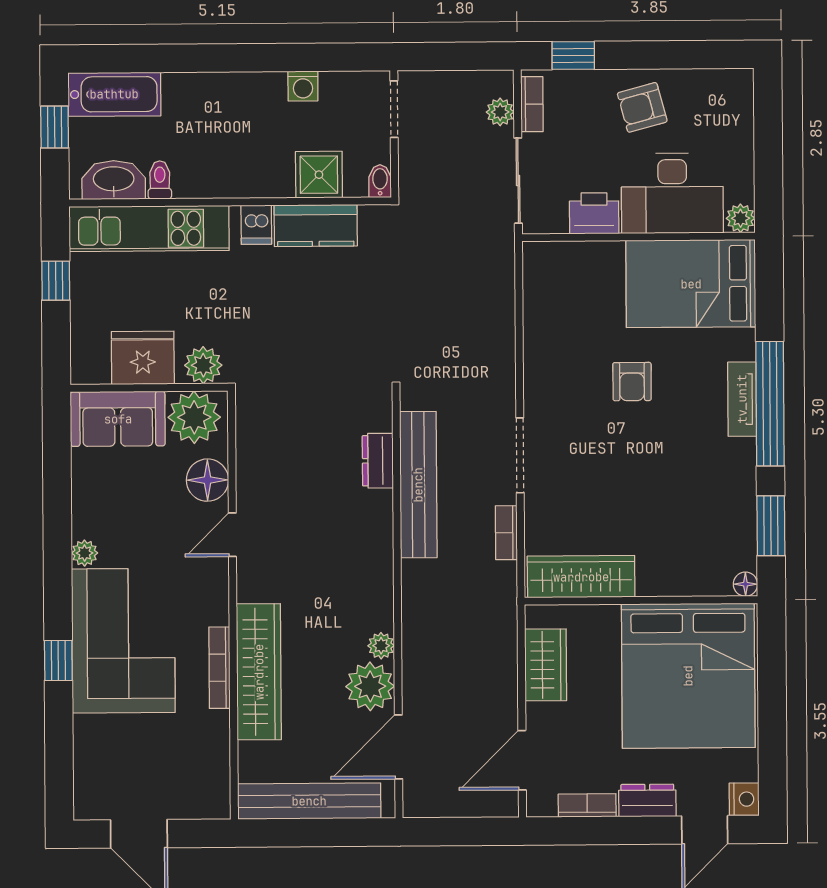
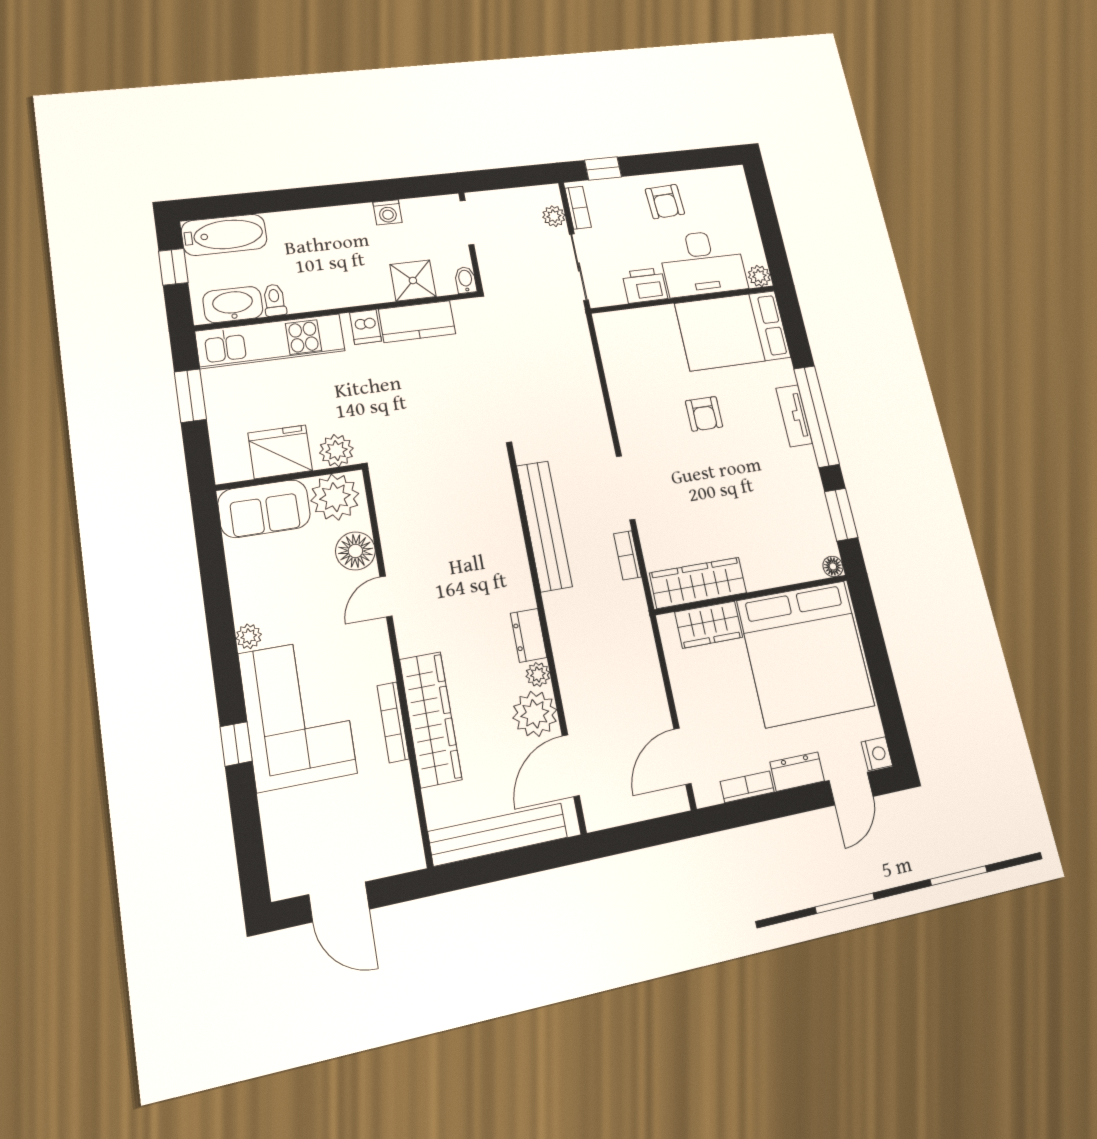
armchair: (642, 107) -> (665, 202), turned -78
window: (56, 281) -> (190, 396), width x1.50
dresser: (378, 461) -> (529, 635), moved
wardrobe: (546, 665) -> (709, 625), moved, turned 90

